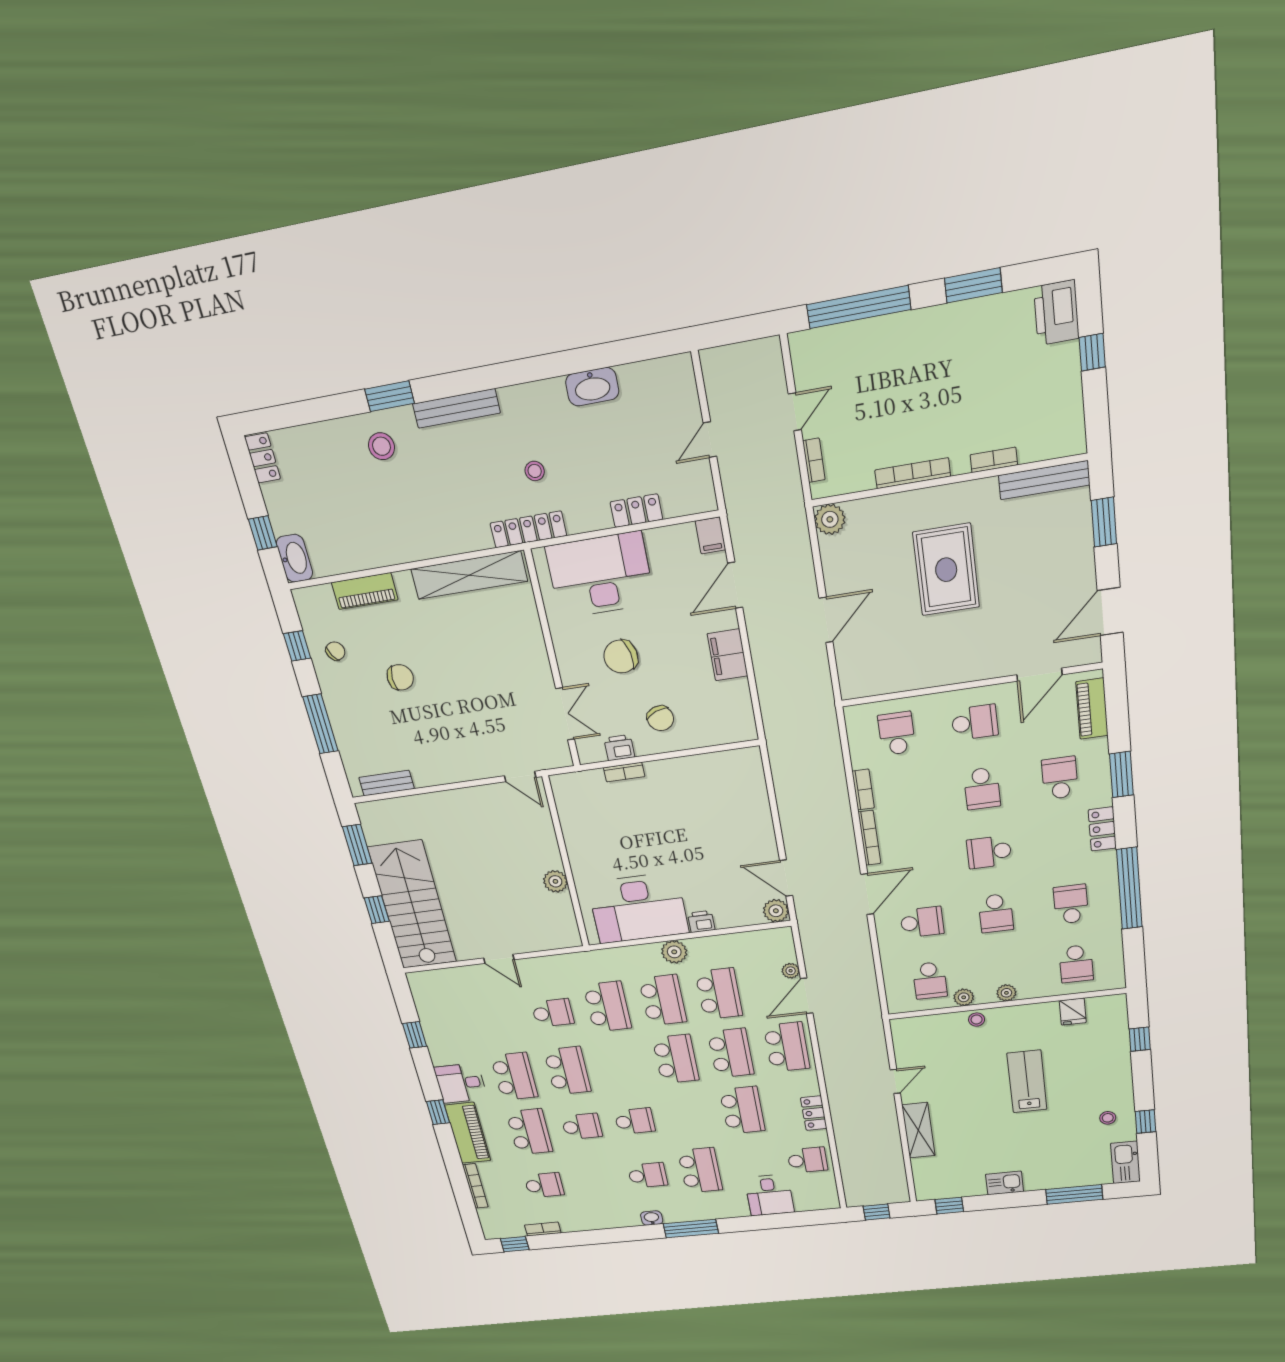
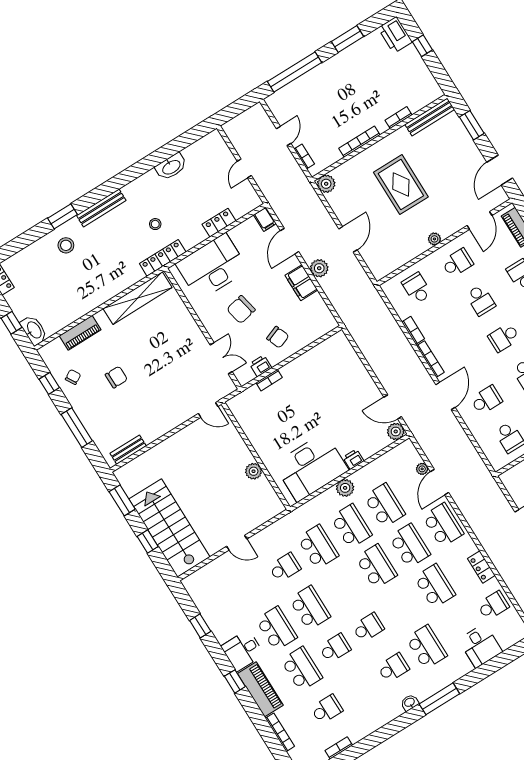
plant: (764, 645) -> (319, 268), added
plant: (958, 674) -> (434, 239), added

